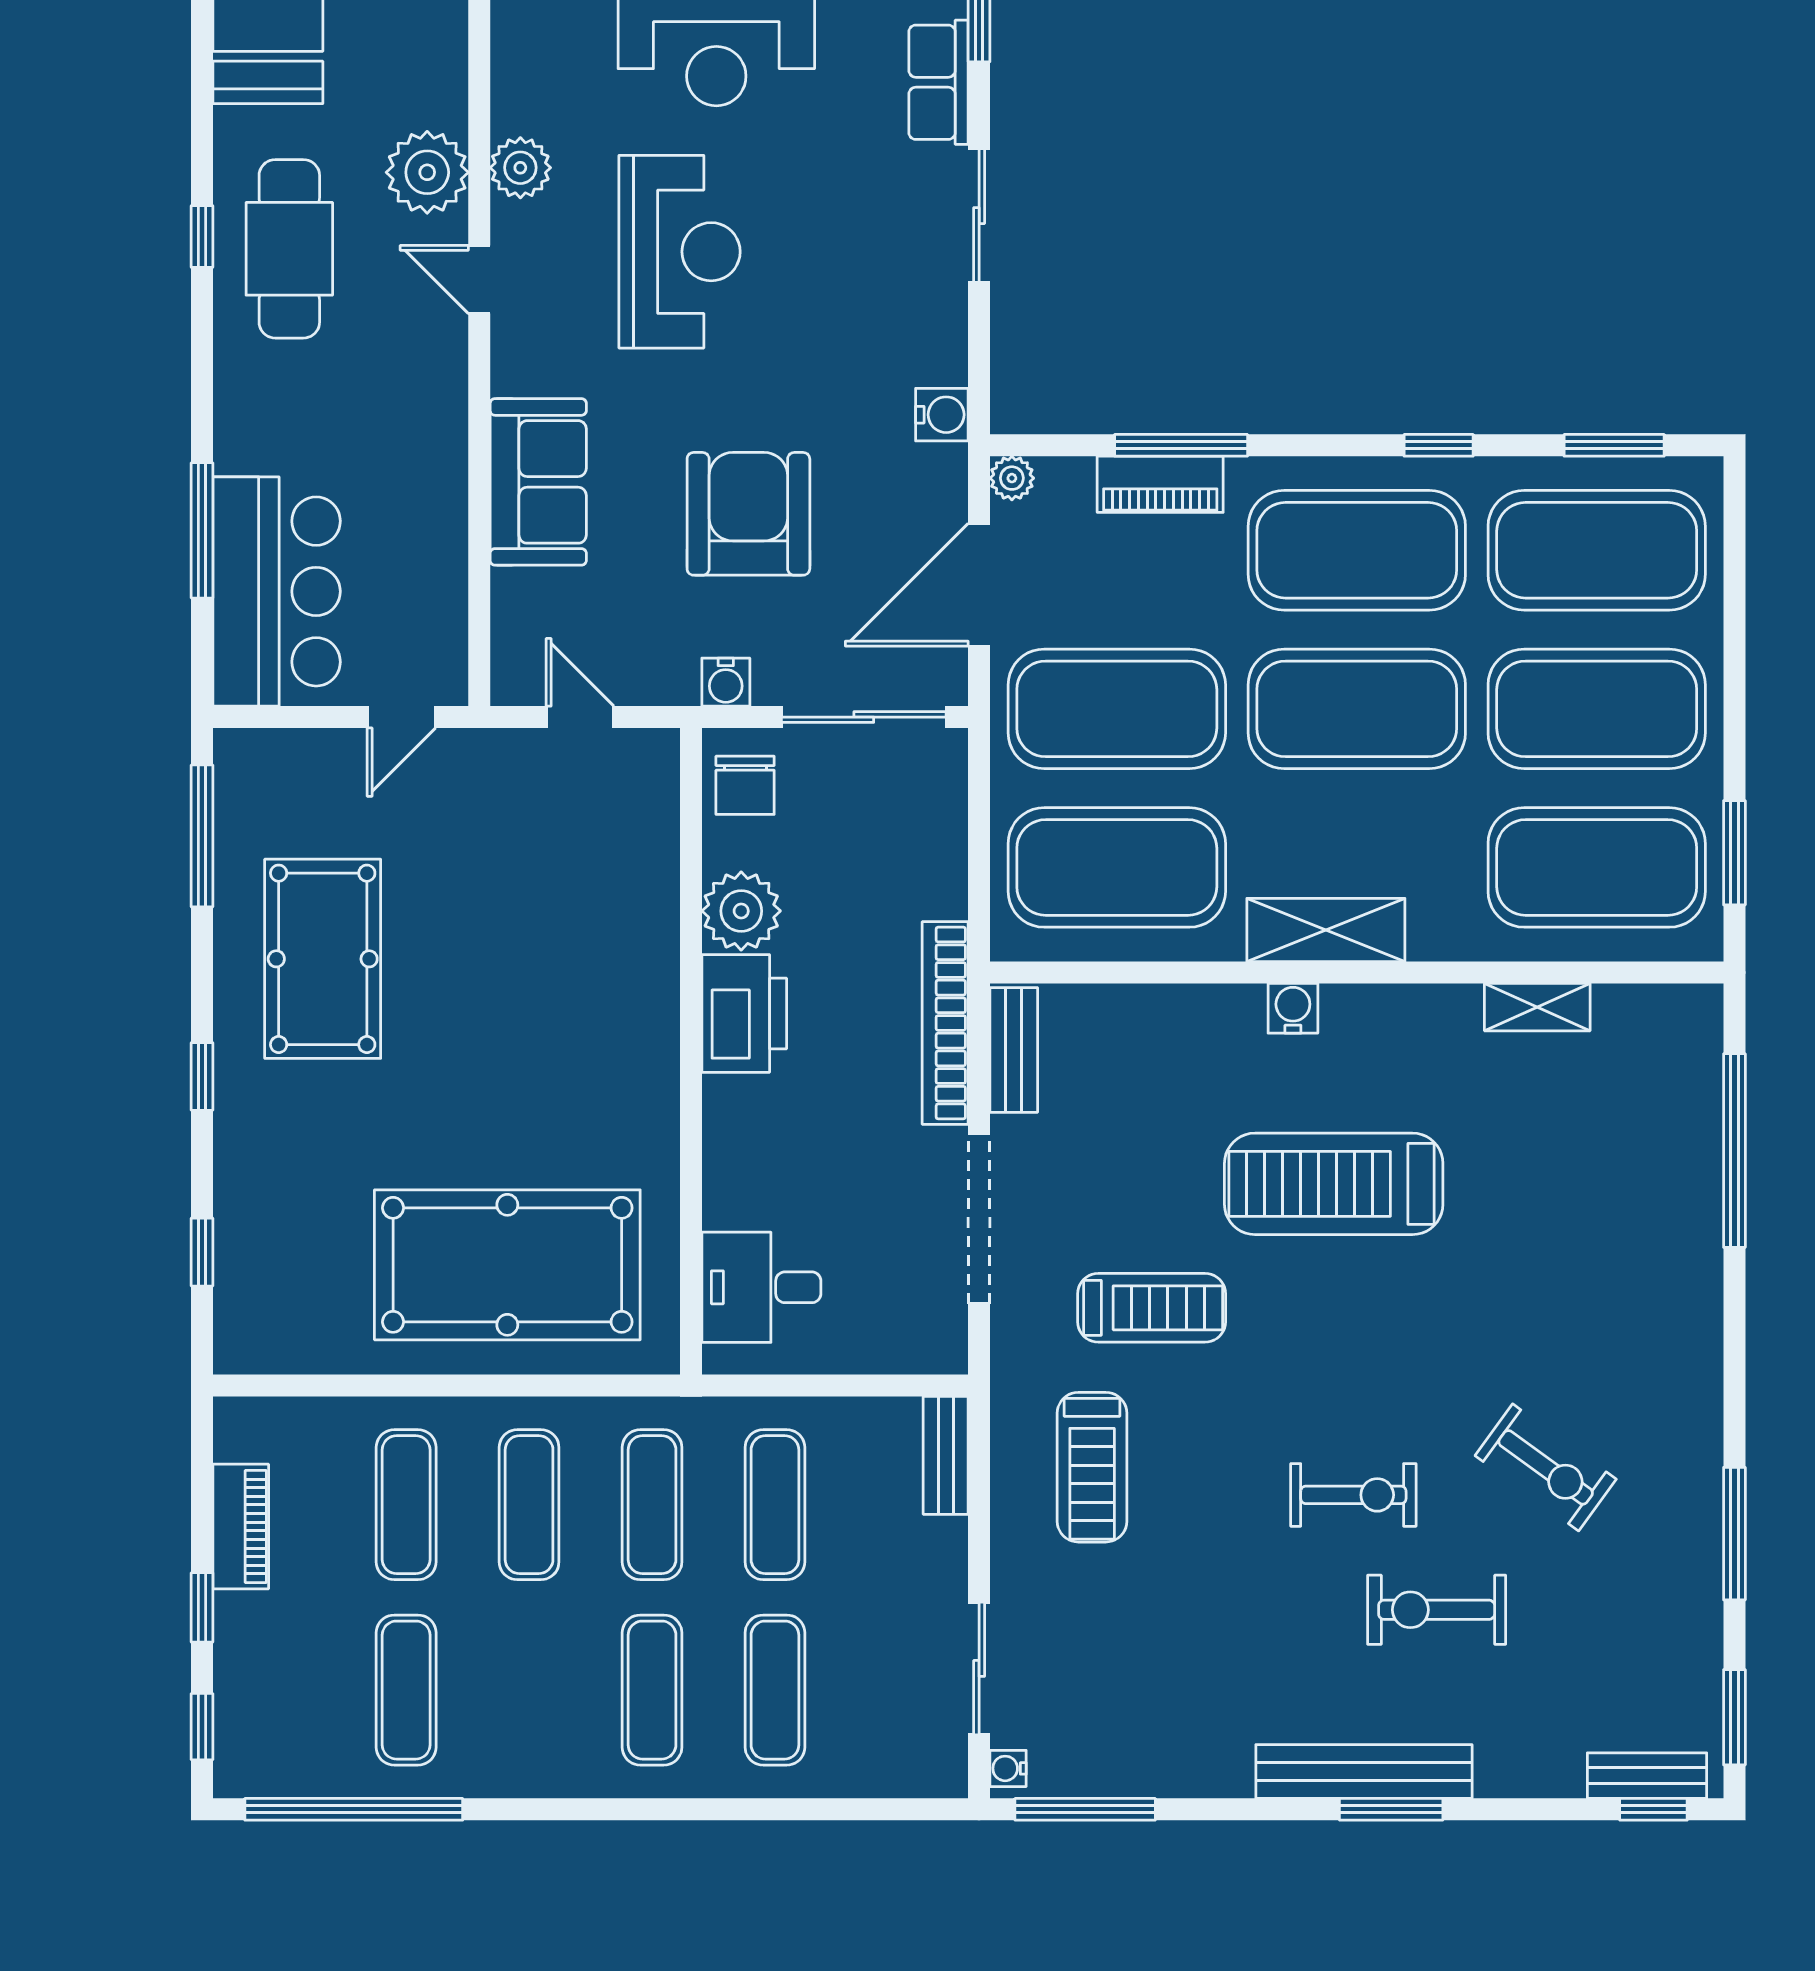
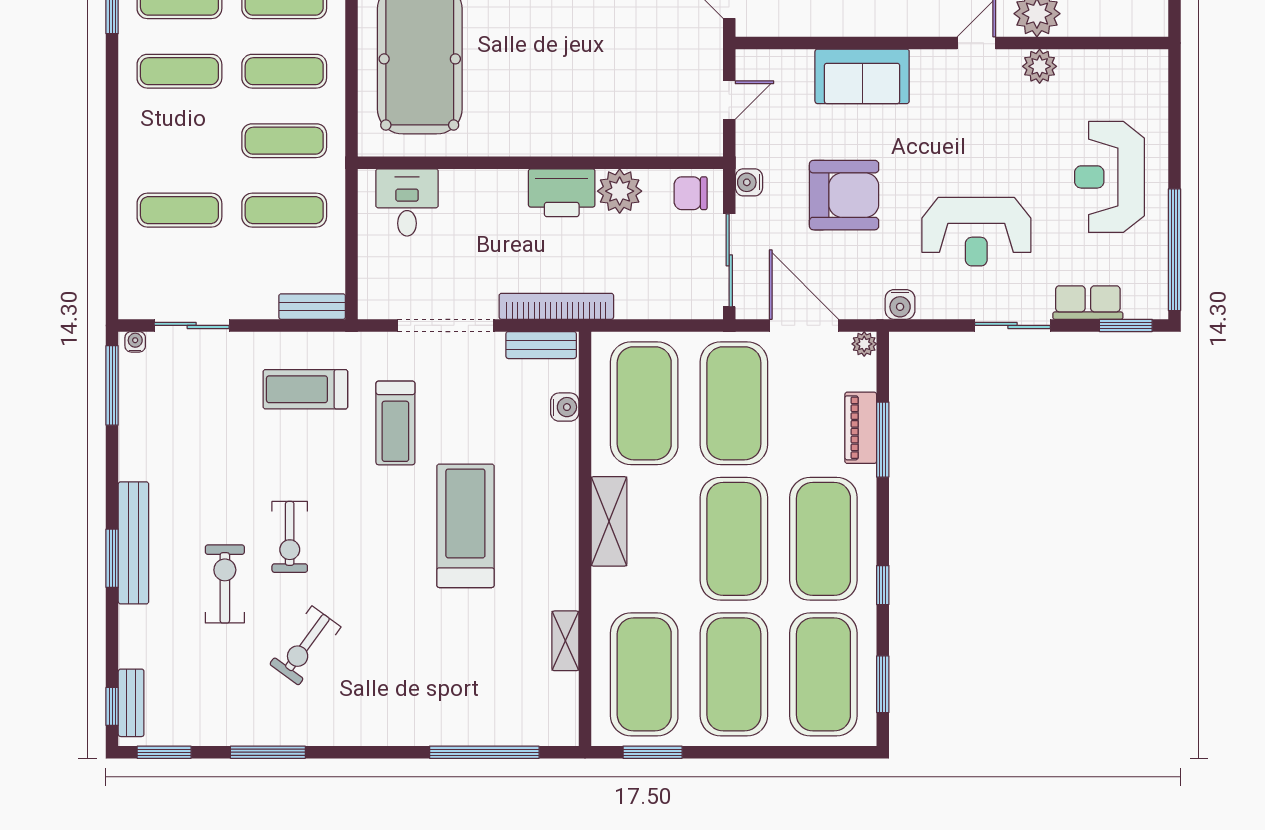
reception desk: (680, 252) -> (976, 232), moved
water cooler: (1293, 1008) -> (565, 407), moved
exercise mat: (652, 1690) -> (179, 71), moved

